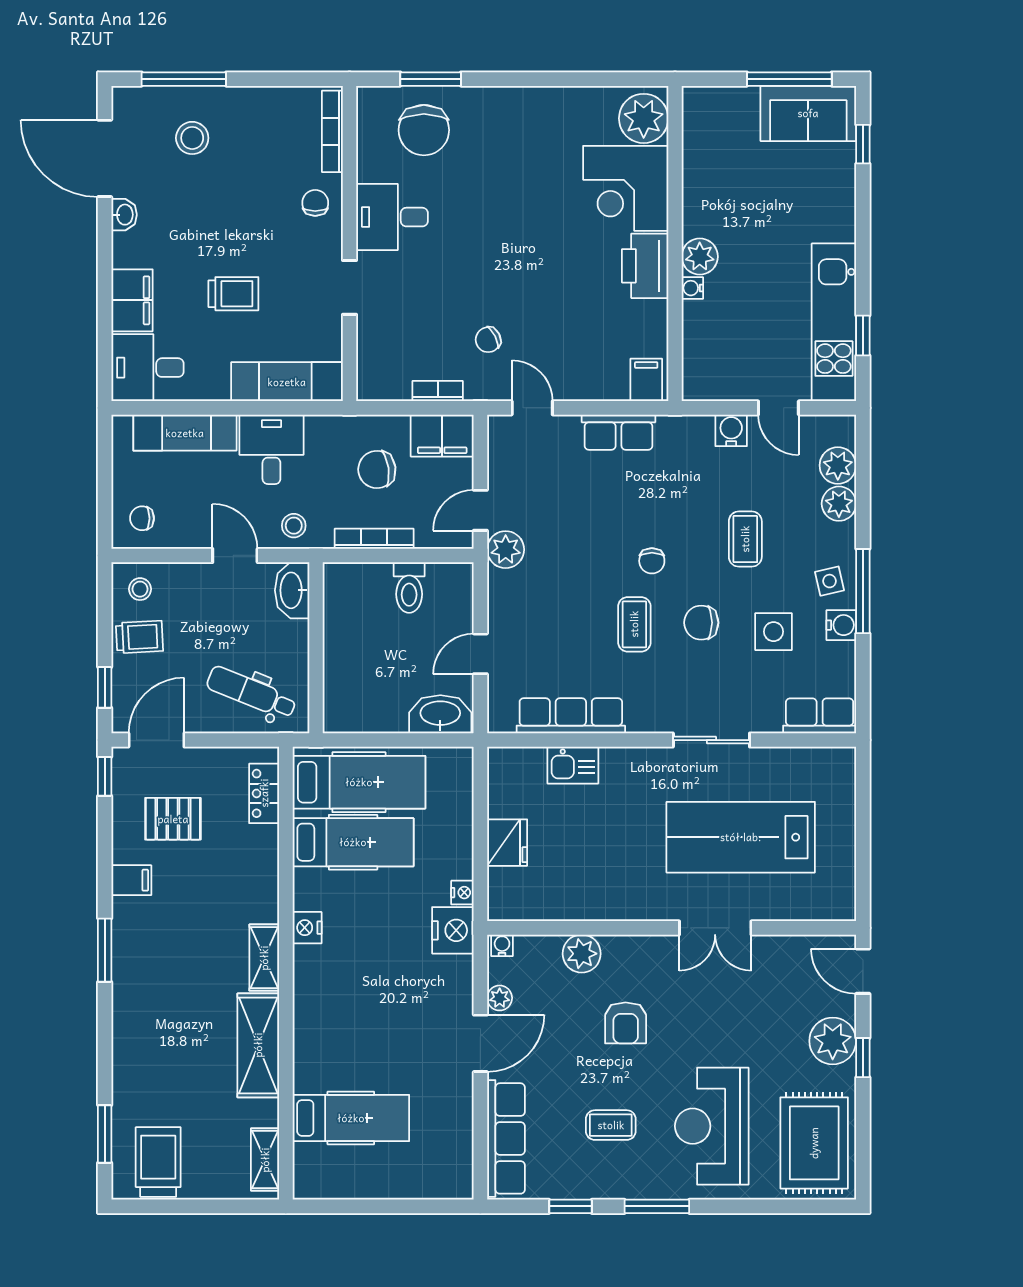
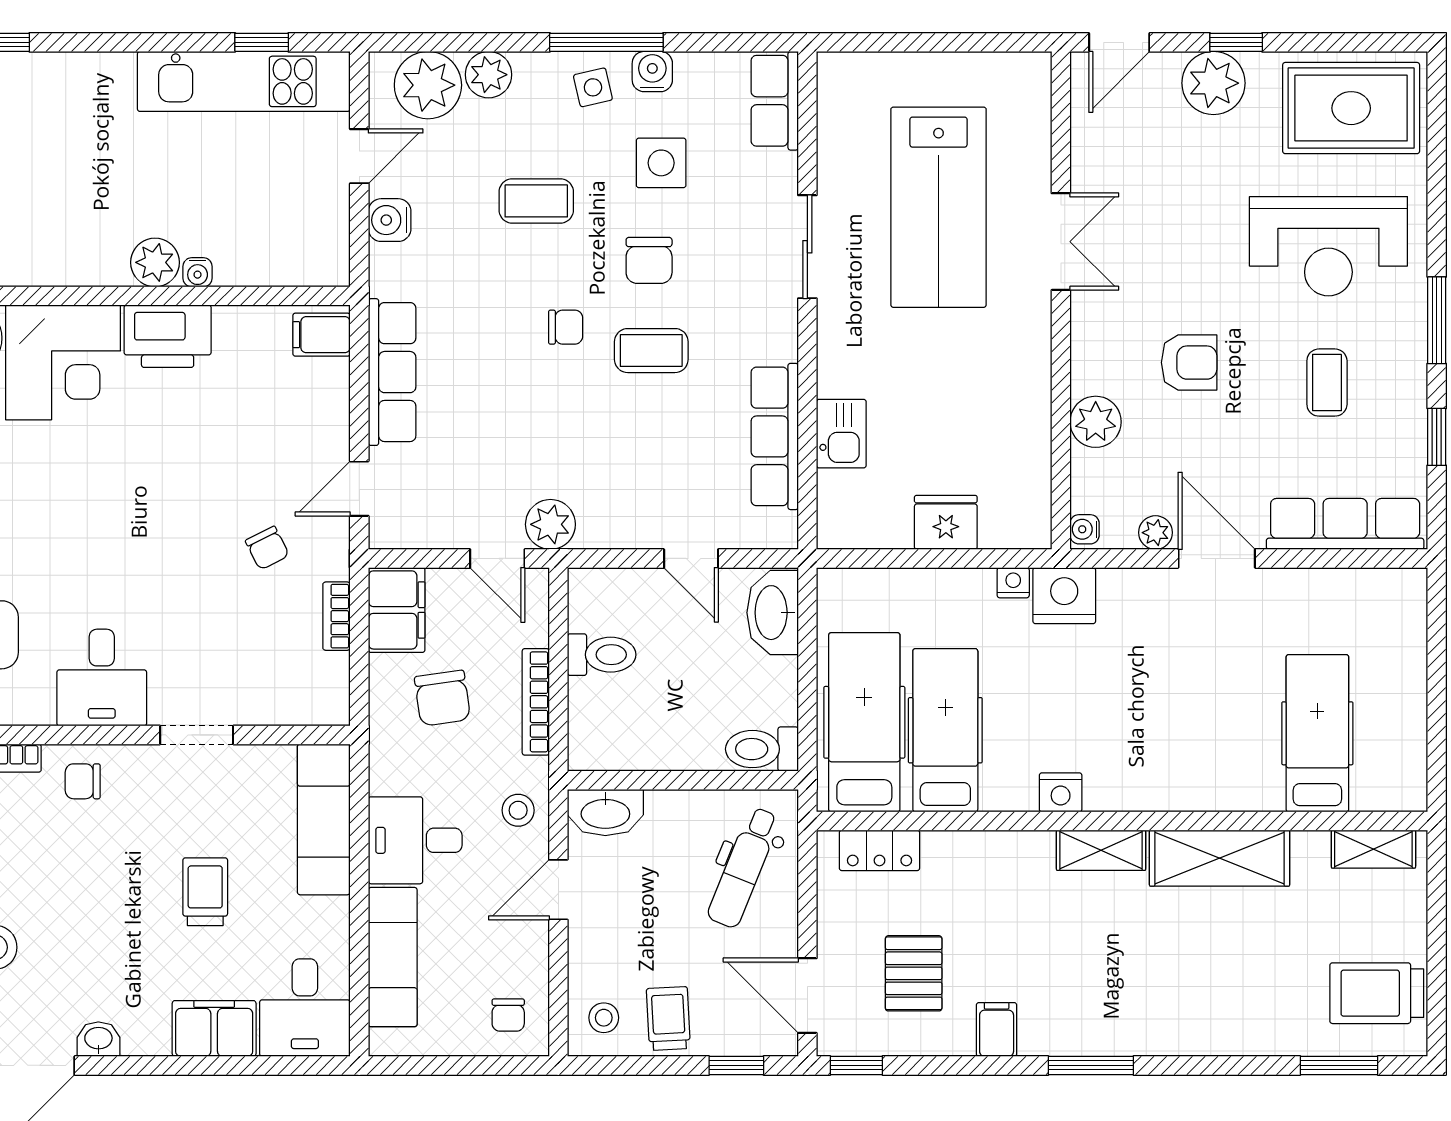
row of seats: (619, 432) -> (392, 372), width x1.48
plant: (838, 465) -> (428, 85), width x1.36, depth x1.36
toilet: (339, 706) -> (762, 749), added

